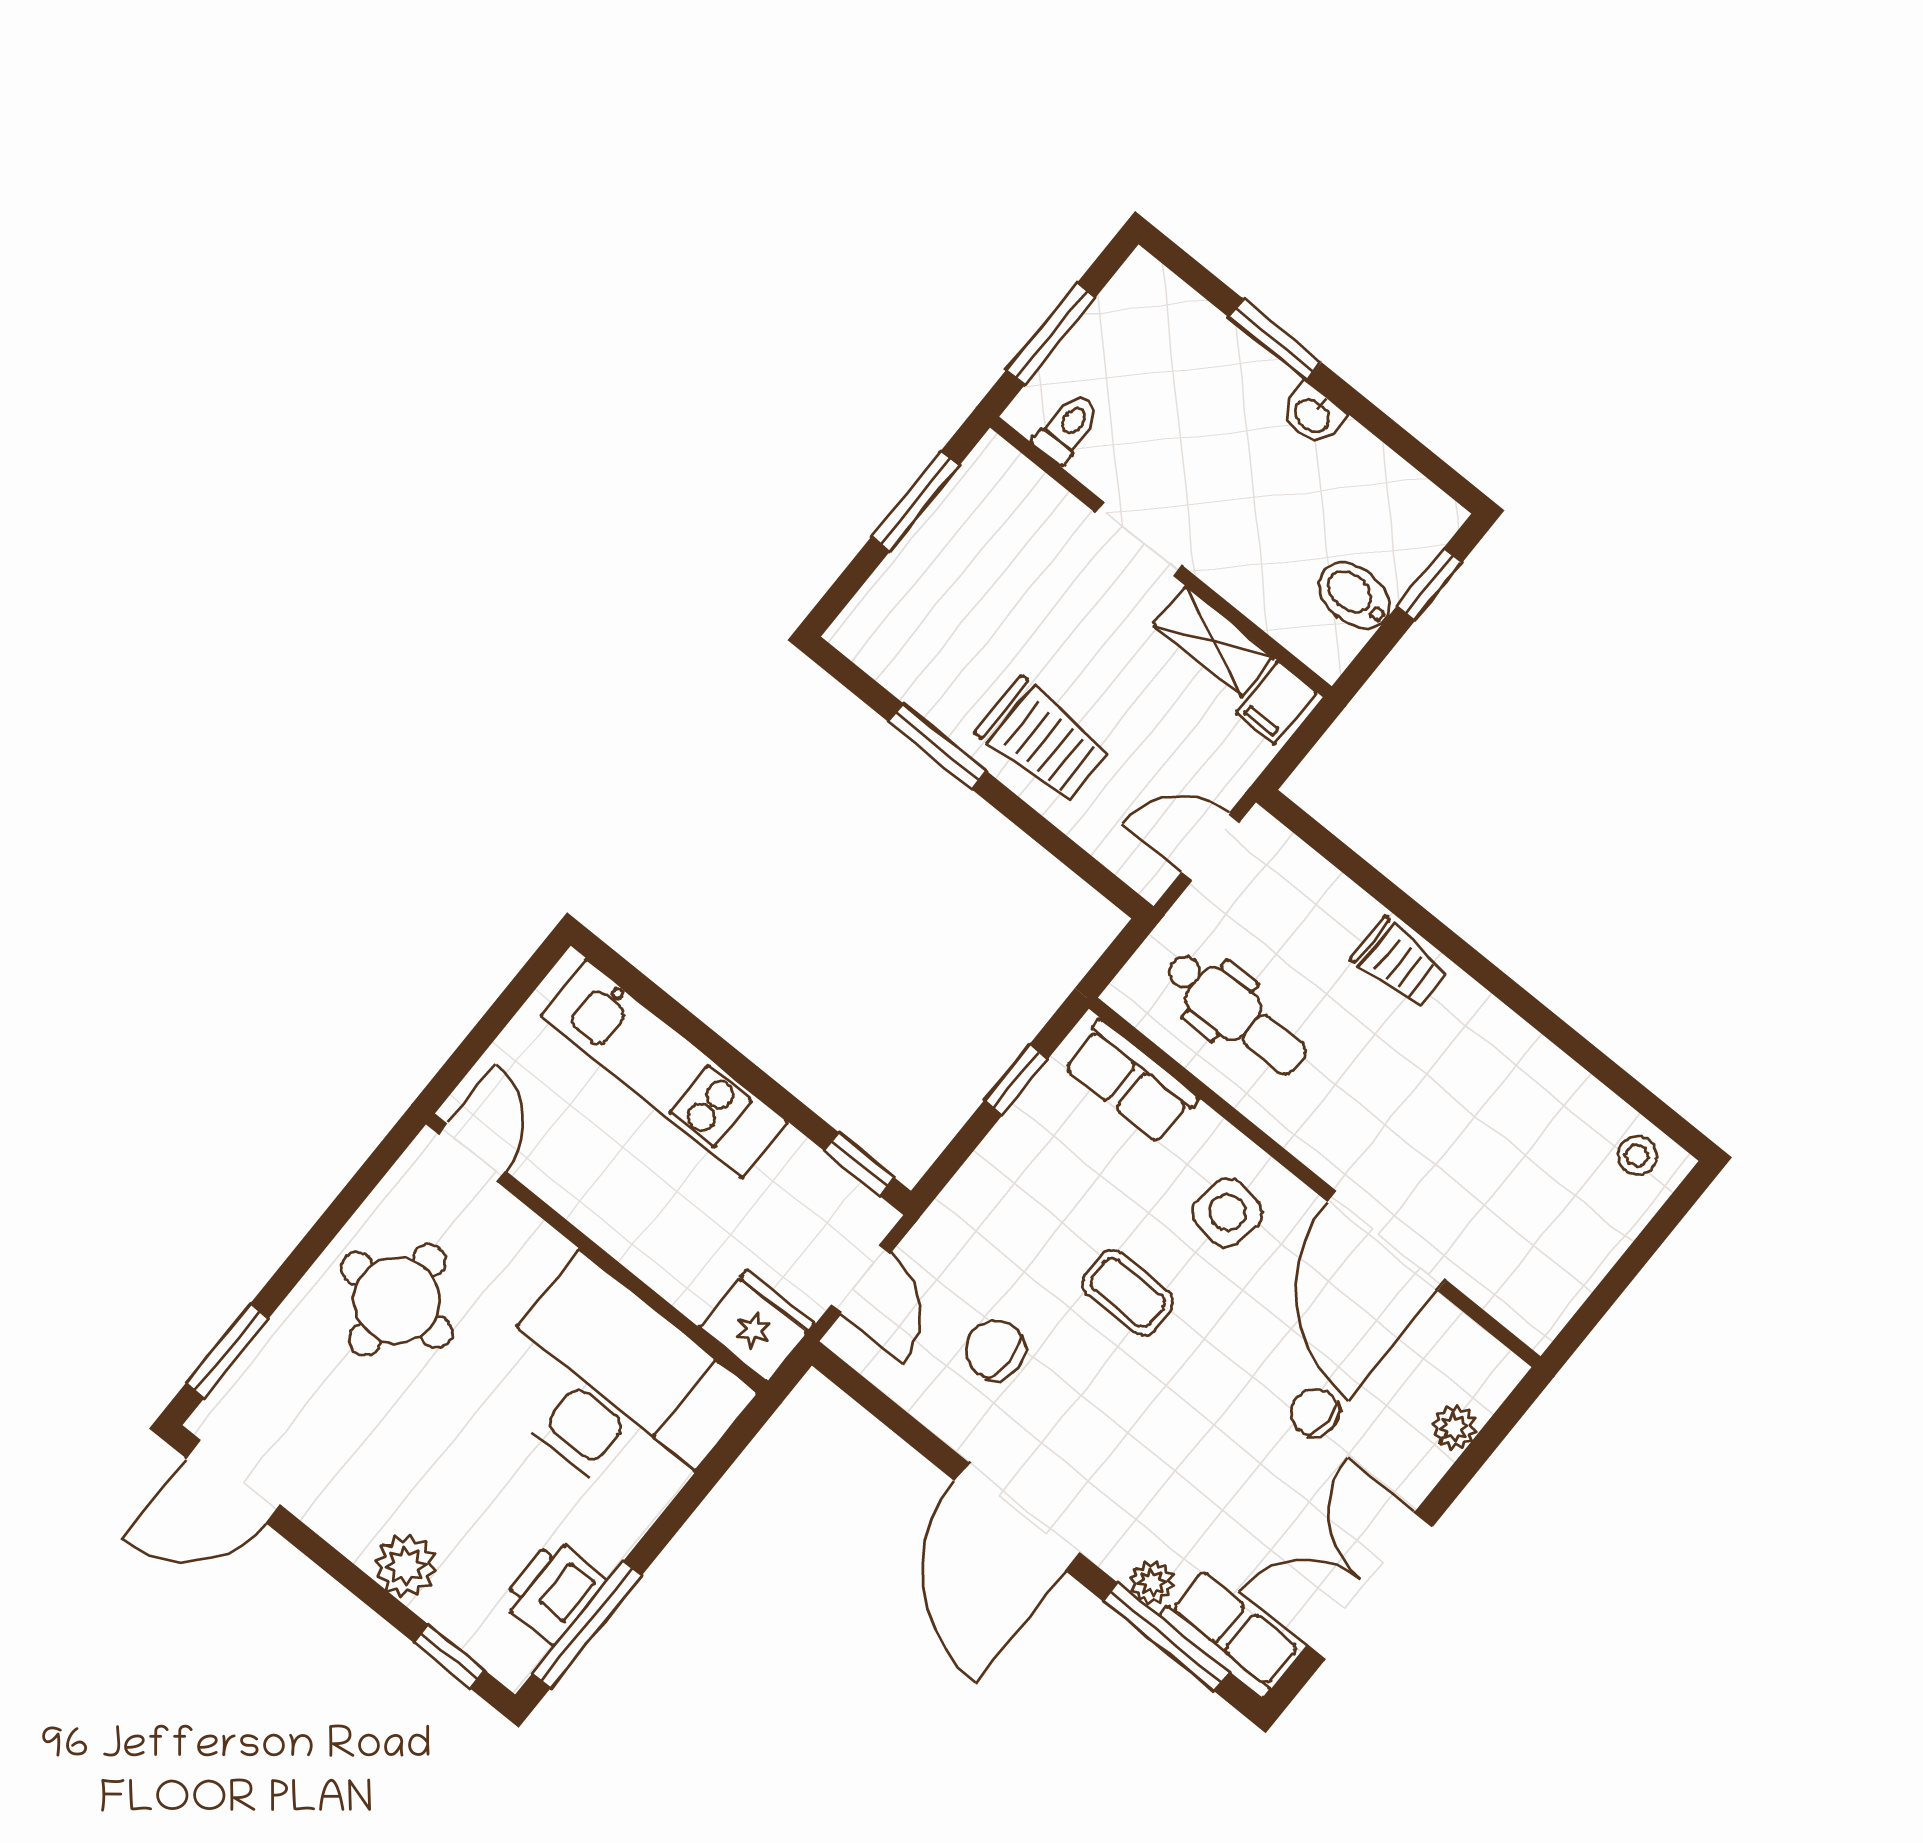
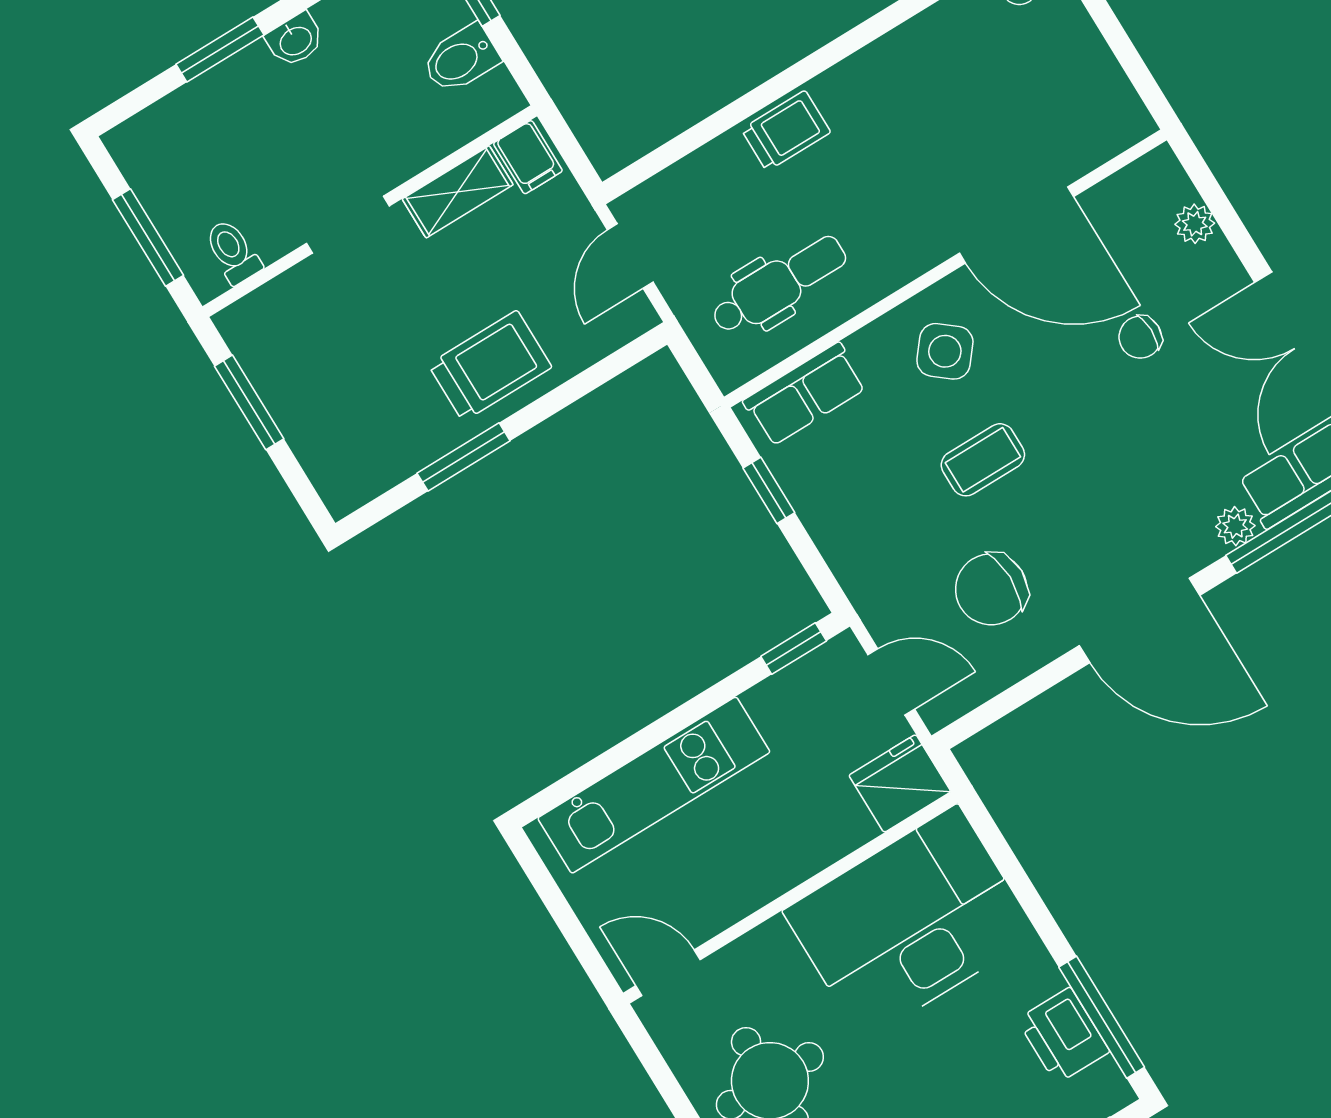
side table: (1228, 1213) -> (945, 351), turned 30
chair: (995, 1350) -> (991, 589), width x1.37, depth x1.37

